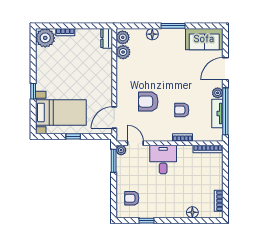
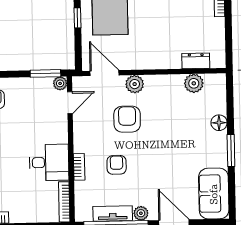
plant: (123, 37) -> (135, 84), moved
dresser: (107, 38) -> (196, 61), moved
desk: (163, 160) -> (49, 162), moved

